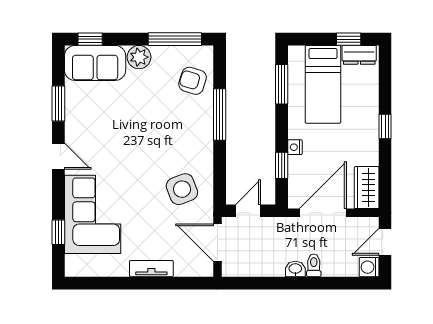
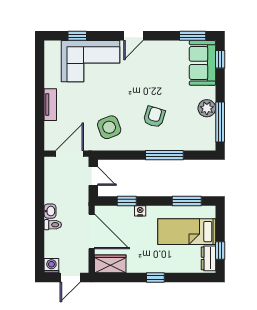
plant: (139, 57) -> (207, 108), moved
armchair: (193, 81) -> (154, 117), moved
window: (58, 104) -> (193, 36), moved
door: (385, 242) -> (70, 277), swing flipped

